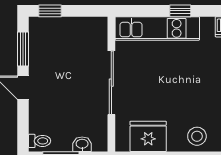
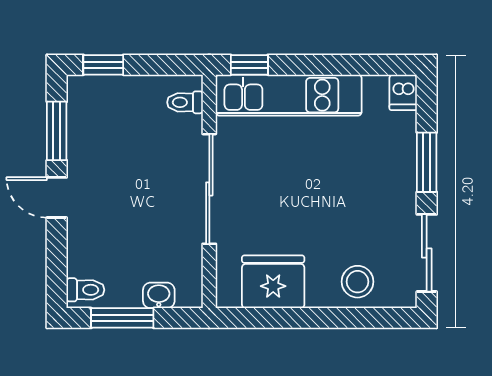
window: (180, 11) -> (249, 65), moved
toilet: (97, 33) -> (185, 102), added

